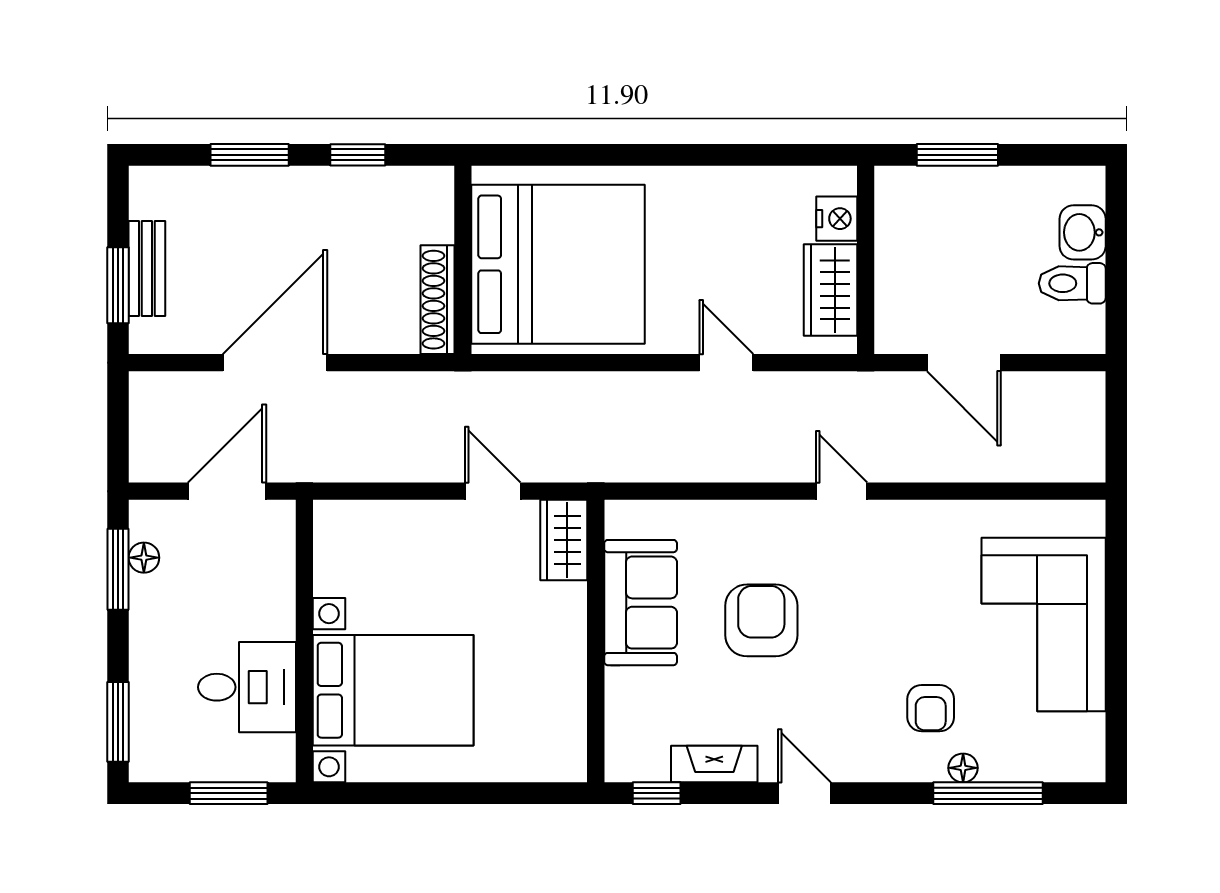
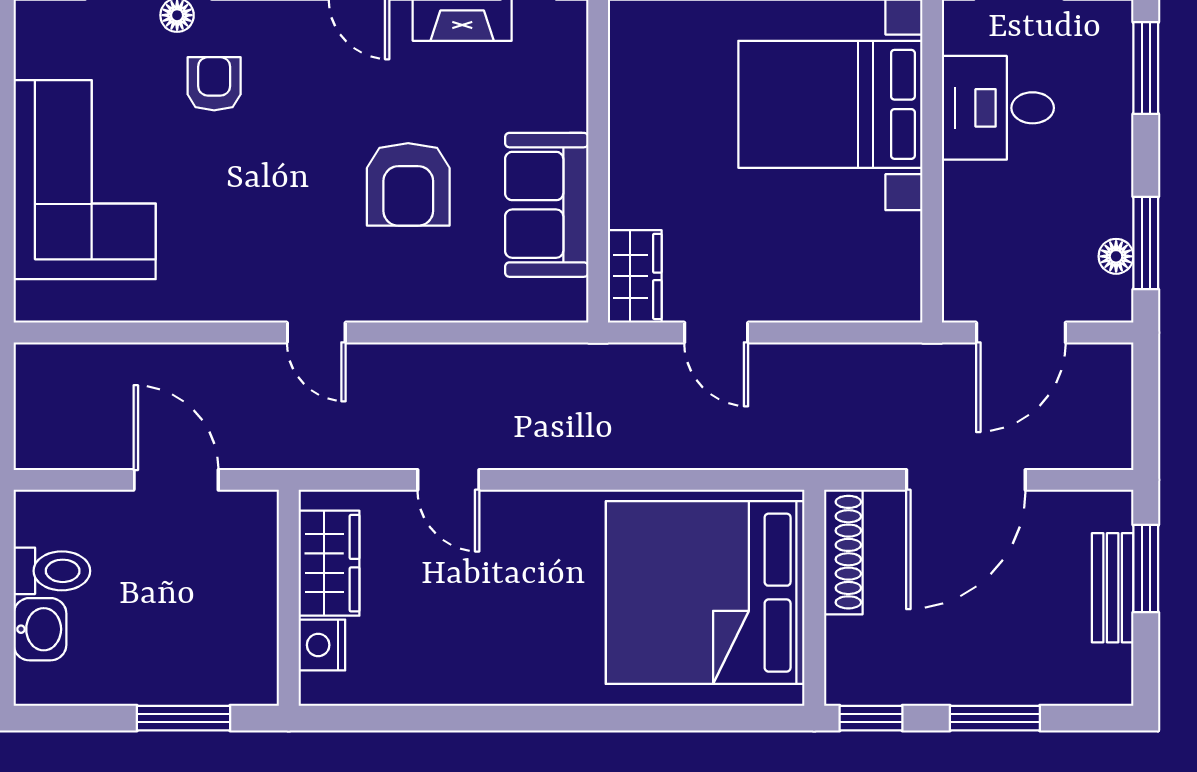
wall: (463, 260) -> (814, 598), moved
bed: (558, 264) -> (705, 593), moved
shoe rack: (438, 300) -> (843, 552), moved

